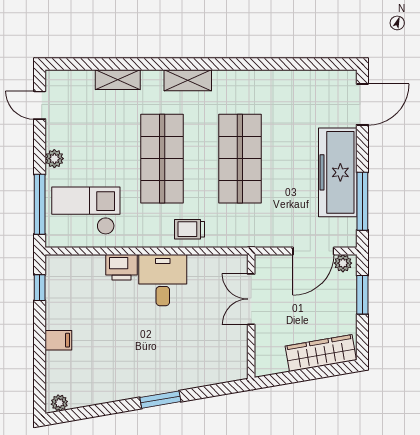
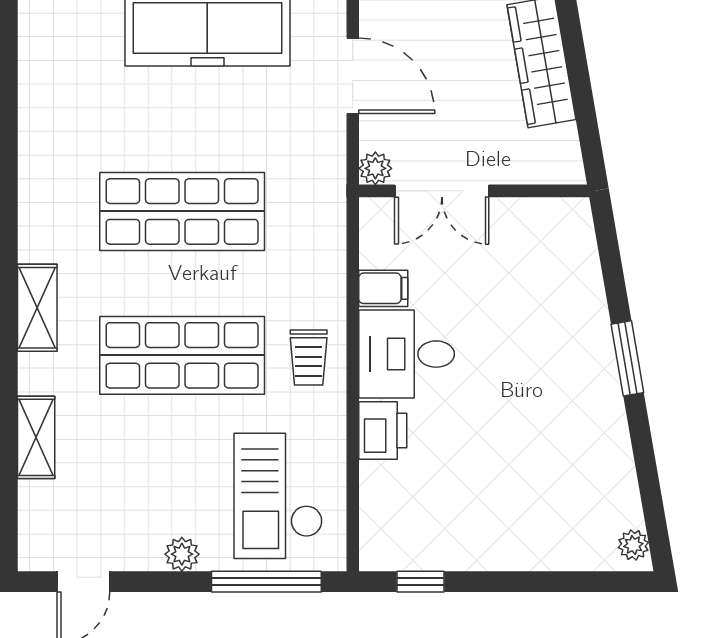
trolley: (190, 229) -> (309, 357), moved
plant: (343, 263) -> (375, 168), moved
filing cabinet: (58, 340) -> (383, 288), moved, turned 90

